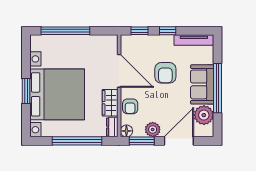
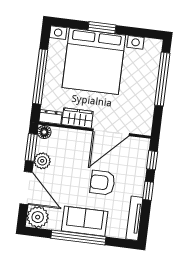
armchair: (130, 106) -> (71, 139), removed
plant: (204, 115) -> (38, 217), moved

